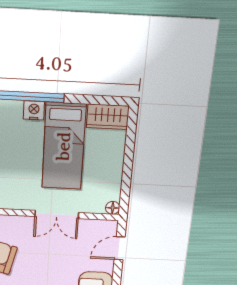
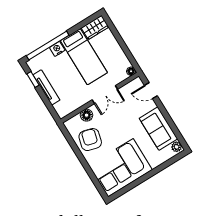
floor lamp: (14, 224) -> (87, 115), added
door: (120, 248) -> (151, 91), hinge flipped

